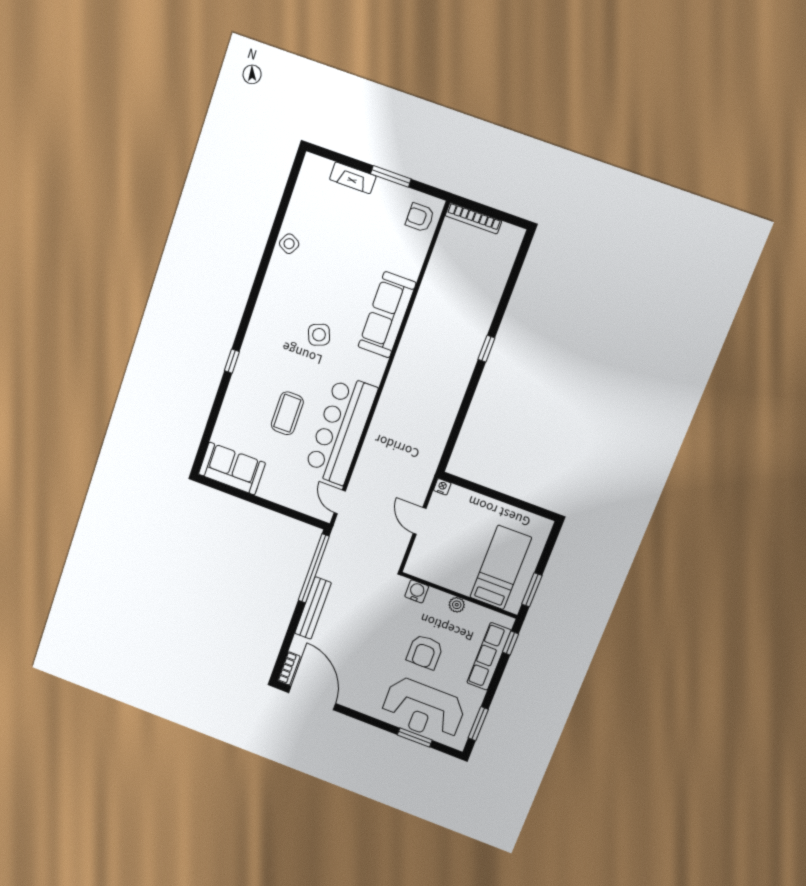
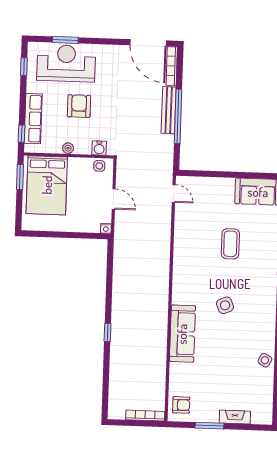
bar counter: (341, 430) -> (189, 244), removed
bed: (501, 567) -> (47, 185), width x1.50
window: (314, 568) -> (178, 116), moved
side table: (424, 569) -> (99, 166), added
bookcase: (289, 668) -> (172, 66), width x1.56
window: (478, 724) -> (24, 67), width x0.67

